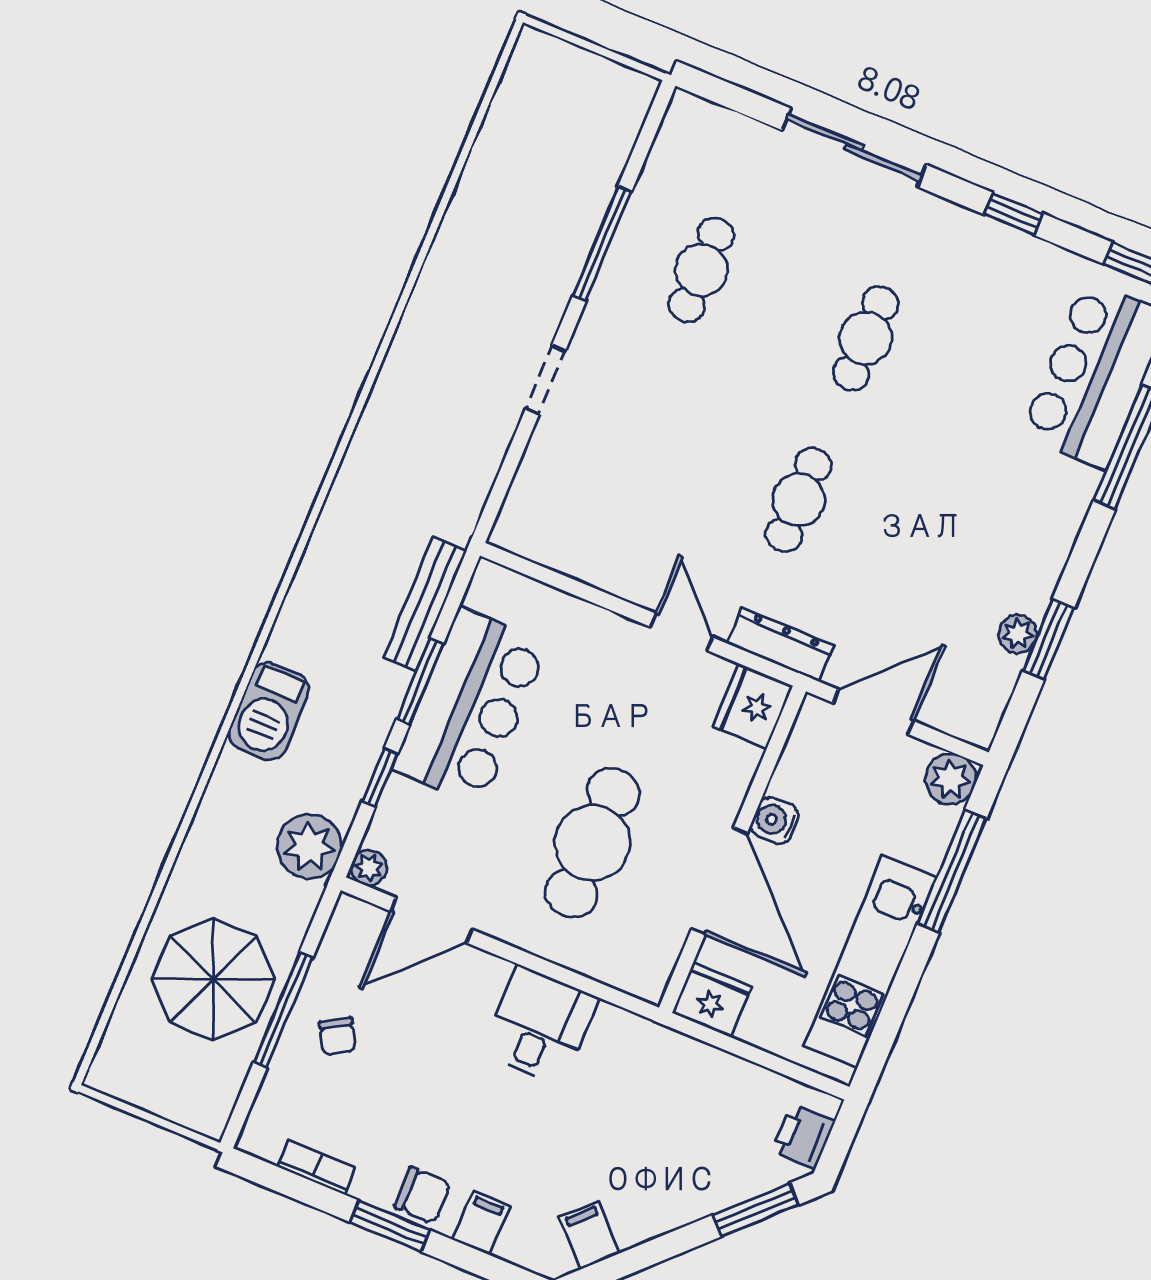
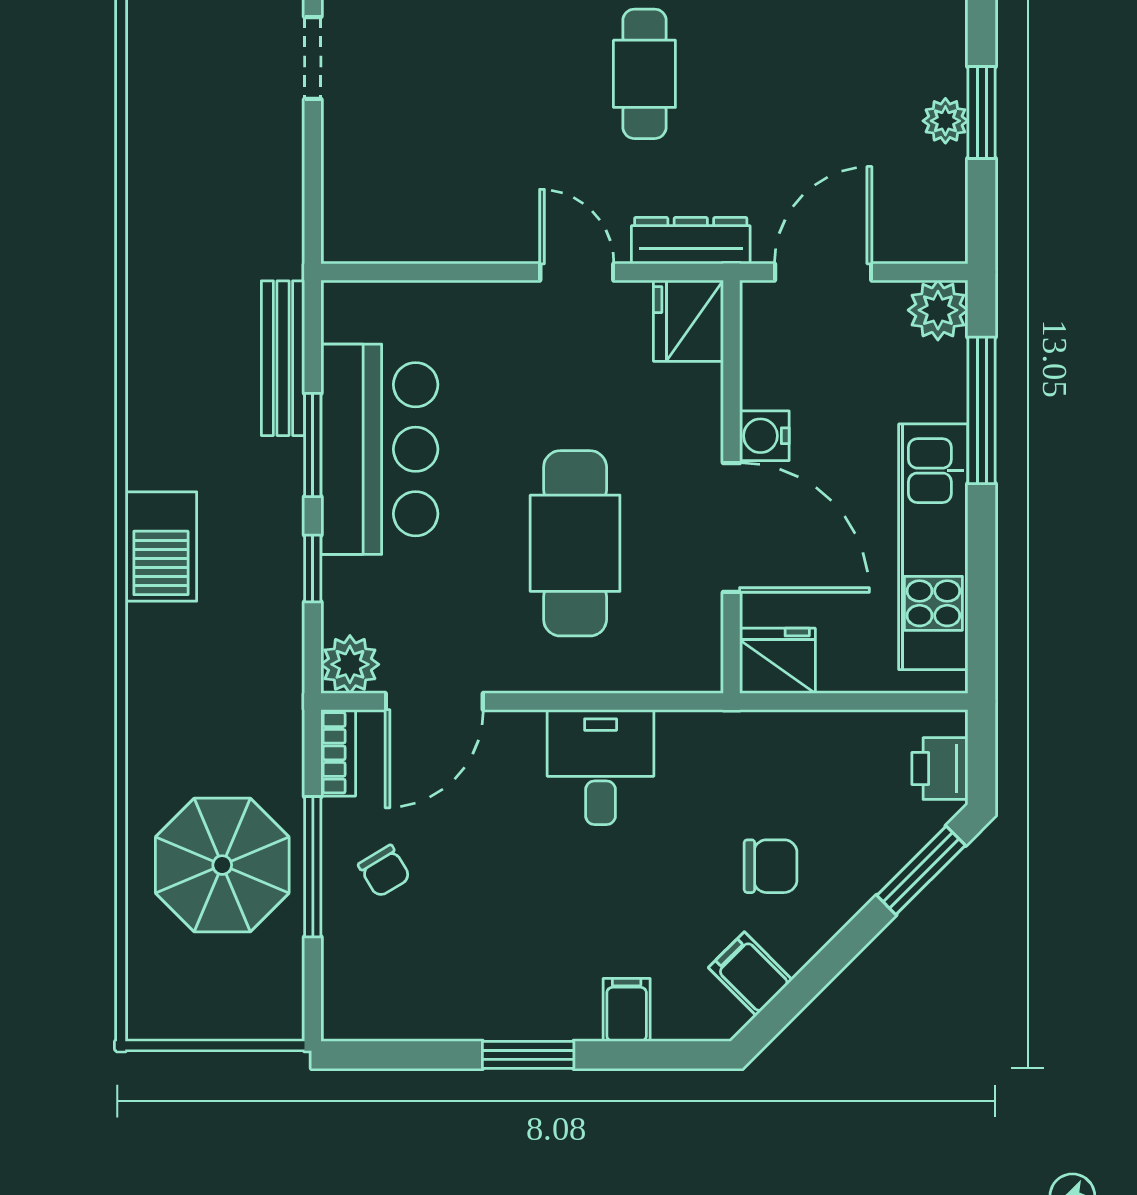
plant: (309, 846) -> (267, 676), removed
plant: (369, 868) -> (350, 664), width x1.38, depth x1.38
bookcase: (317, 1167) -> (338, 753), moved, turned 90
chair: (423, 1195) -> (771, 866), moved

